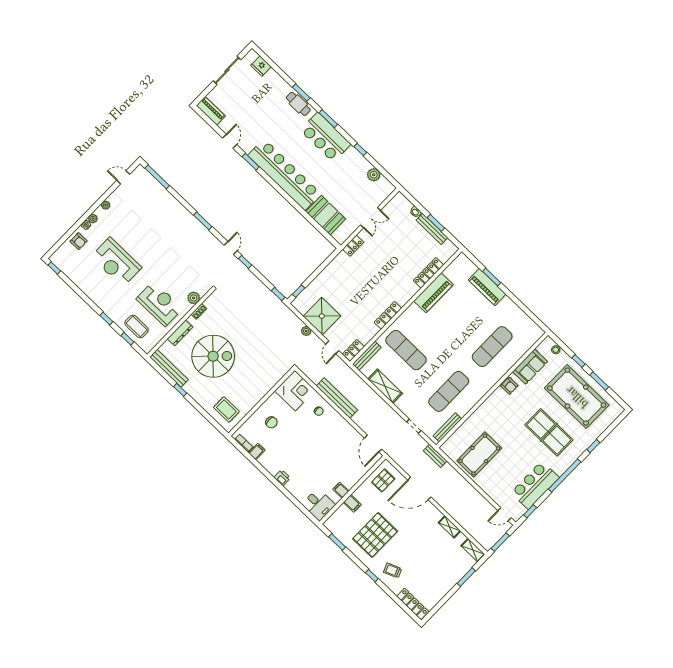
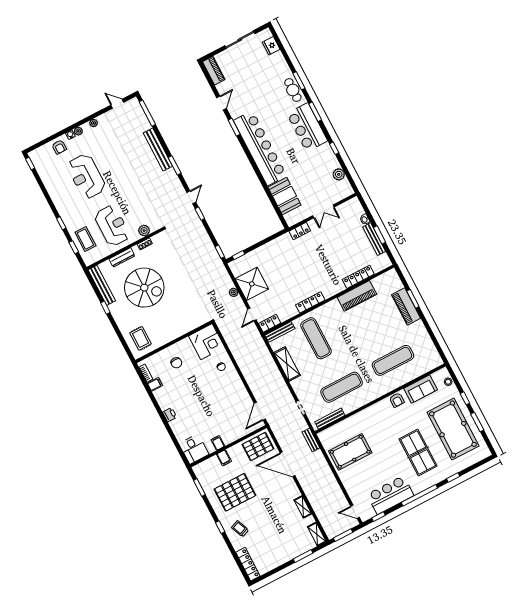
bench: (337, 398) -> (158, 150), moved
pallet: (383, 480) -> (258, 447), width x1.50, depth x1.42

